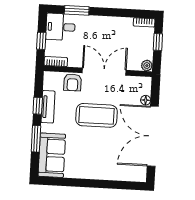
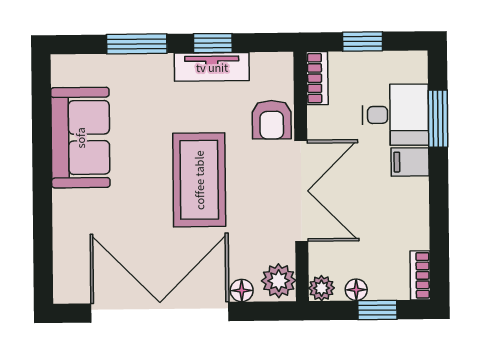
filing cabinet: (95, 24) -> (410, 162), added
desk: (60, 27) -> (395, 115), moved, turned 90
floor lamp: (149, 51) -> (356, 290), added
armchair: (73, 82) -> (272, 120), turned -90
plant: (142, 84) -> (279, 281), added
sofa: (52, 155) -> (80, 138), moved, turned -90

